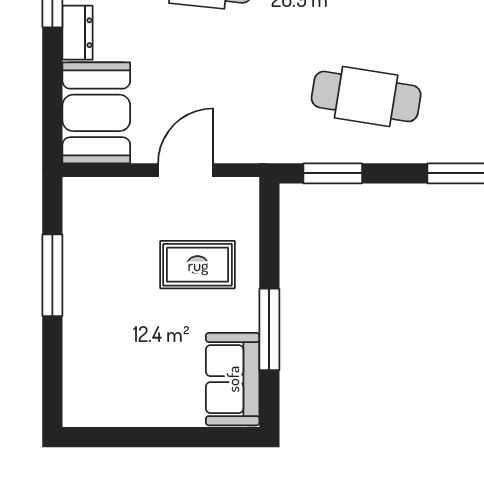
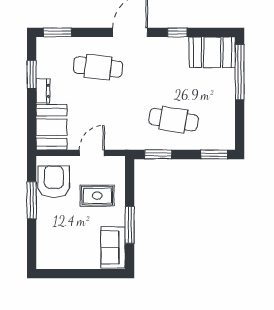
armchair: (101, 234) -> (54, 182), added

